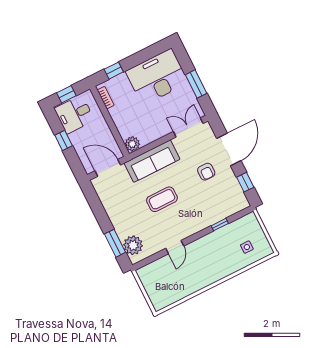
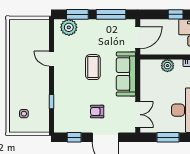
plant: (132, 144) -> (167, 66), moved
window: (97, 208) -> (111, 14), added

